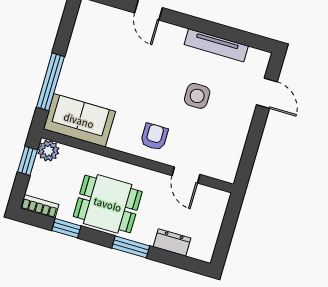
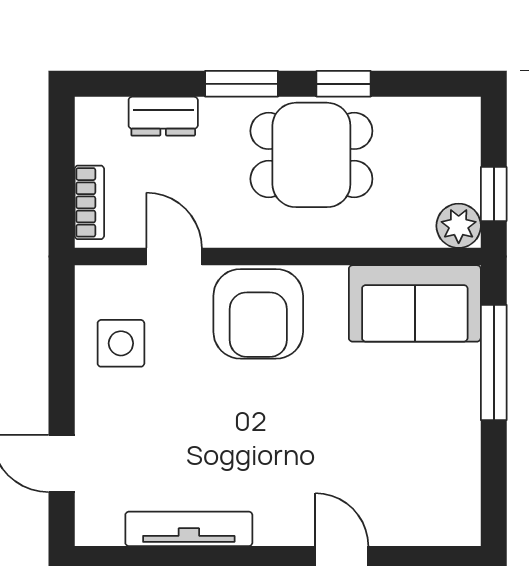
side table: (197, 96) -> (121, 343), moved
armchair: (154, 137) -> (258, 314), width x1.88, depth x1.88
bookcase: (40, 206) -> (89, 202), moved, turned -90
window: (66, 228) -> (344, 84), moved

